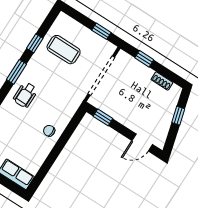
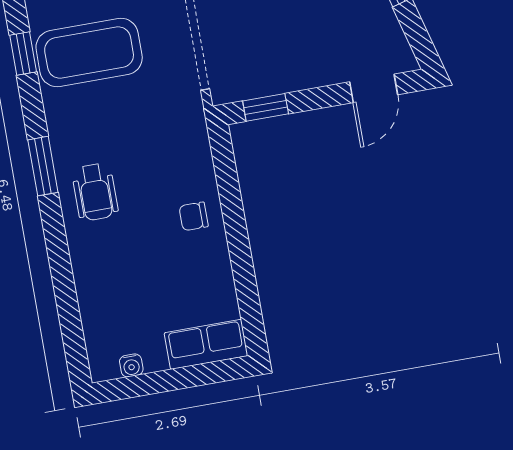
window: (35, 43) -> (23, 54), moved
coffee table: (64, 50) -> (89, 53), width x1.36, depth x1.32

